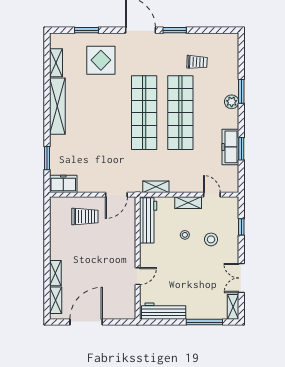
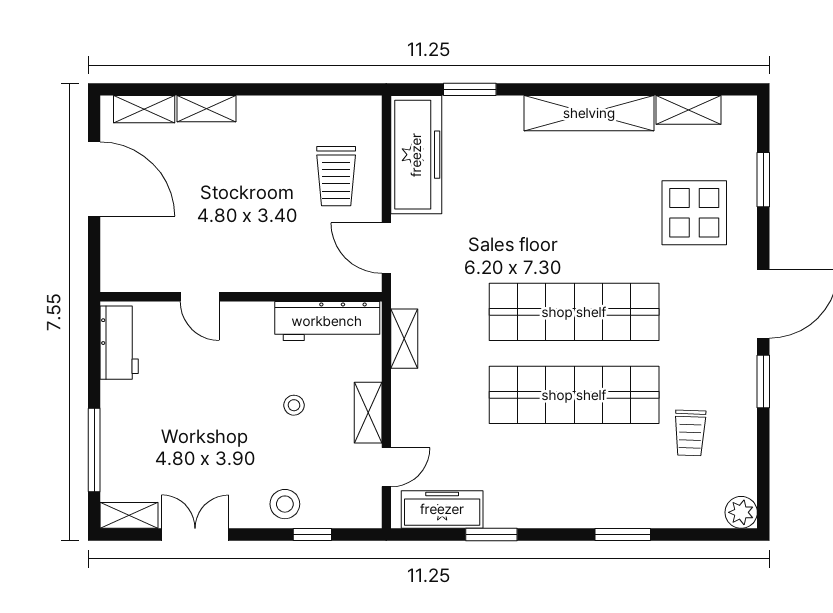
plant: (232, 102) -> (741, 512), moved
freezer: (230, 147) -> (442, 509), moved
freezer: (63, 184) -> (416, 155), width x1.91, depth x1.26
stool: (211, 239) -> (285, 504), moved
workbench: (164, 311) -> (119, 343), width x0.73

